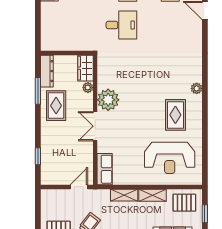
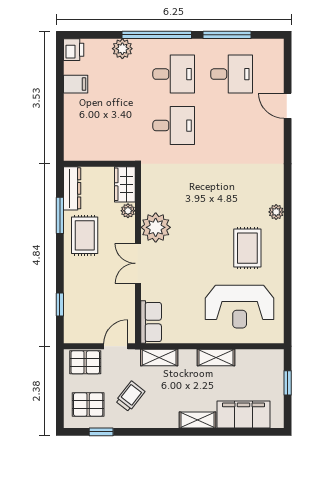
shelving: (124, 195) -> (159, 357), moved
pallet: (184, 203) -> (85, 362), moved

